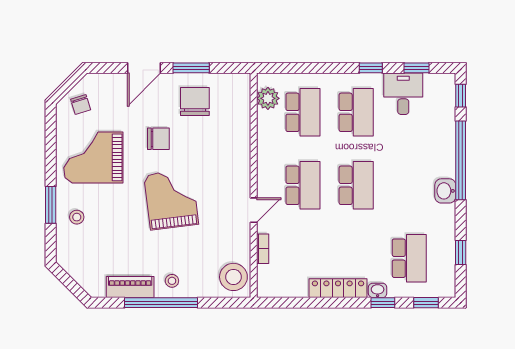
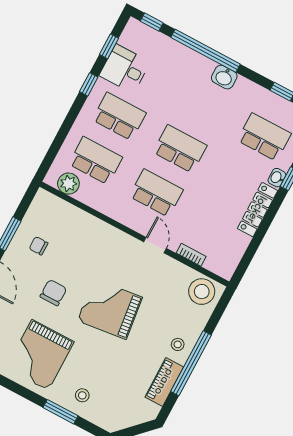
chair: (195, 102) -> (39, 246), width x0.54, depth x0.54

